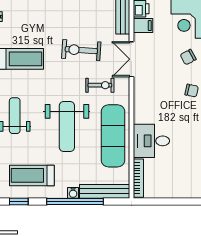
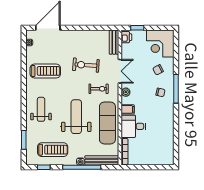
filing cabinet: (143, 26) -> (128, 109), moved
double door: (132, 59) -> (120, 71), swing flipped
plant: (140, 90) -> (126, 92), added
weight bench: (67, 127) -> (76, 117), turned 180
treadmill: (32, 175) -> (53, 150), turned 180

